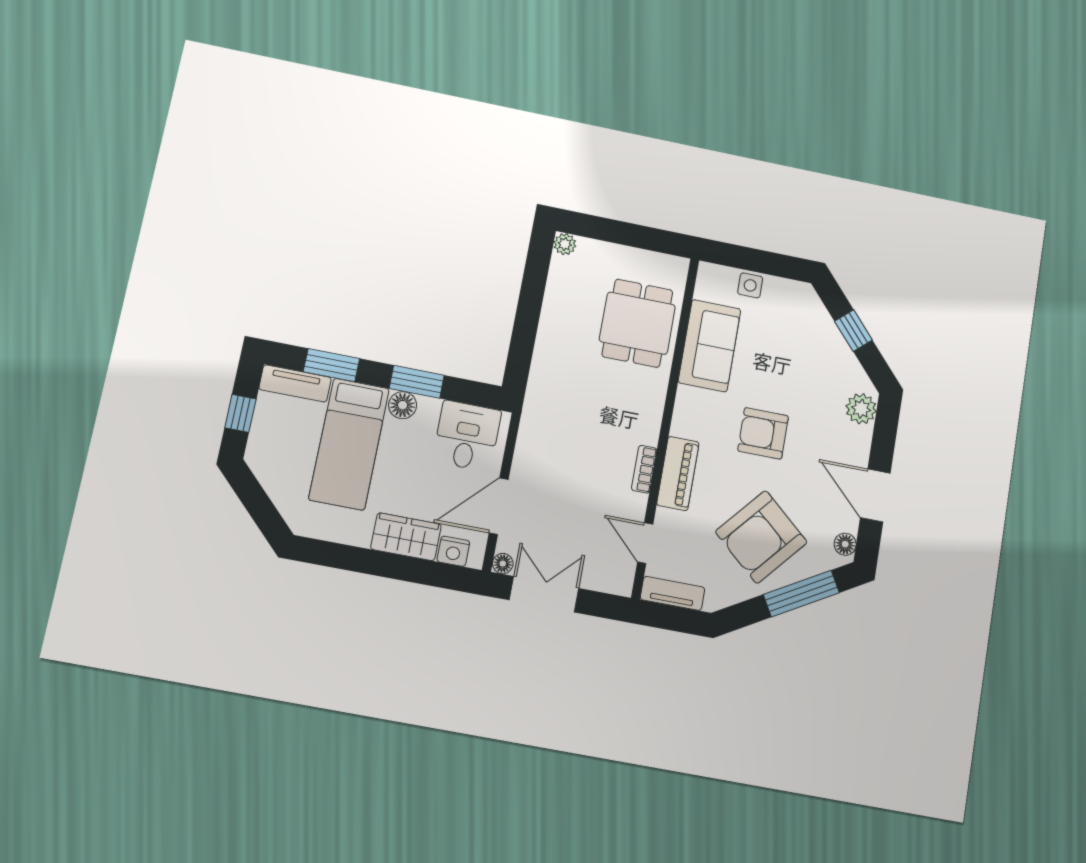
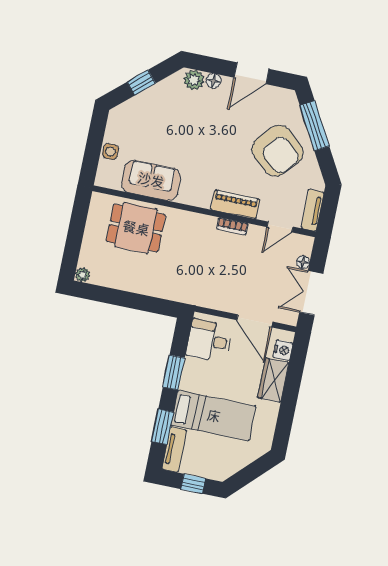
floor lamp: (403, 405) -> (189, 382), removed
armchair: (763, 433) -> (210, 147), removed
floor lamp: (845, 544) -> (214, 81), moved
floor lamp: (503, 564) -> (303, 262), moved

